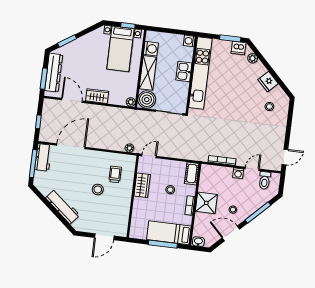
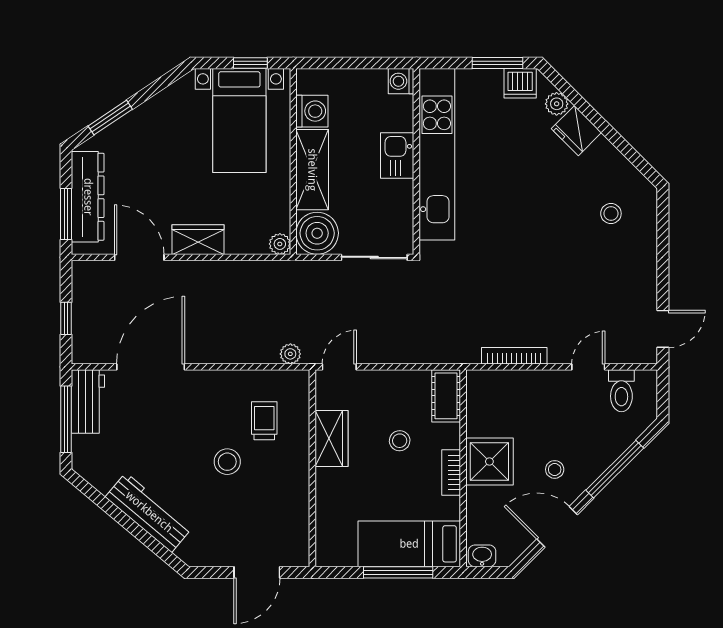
fridge: (268, 82) -> (576, 131), moved
washing machine: (238, 173) -> (556, 382), removed

